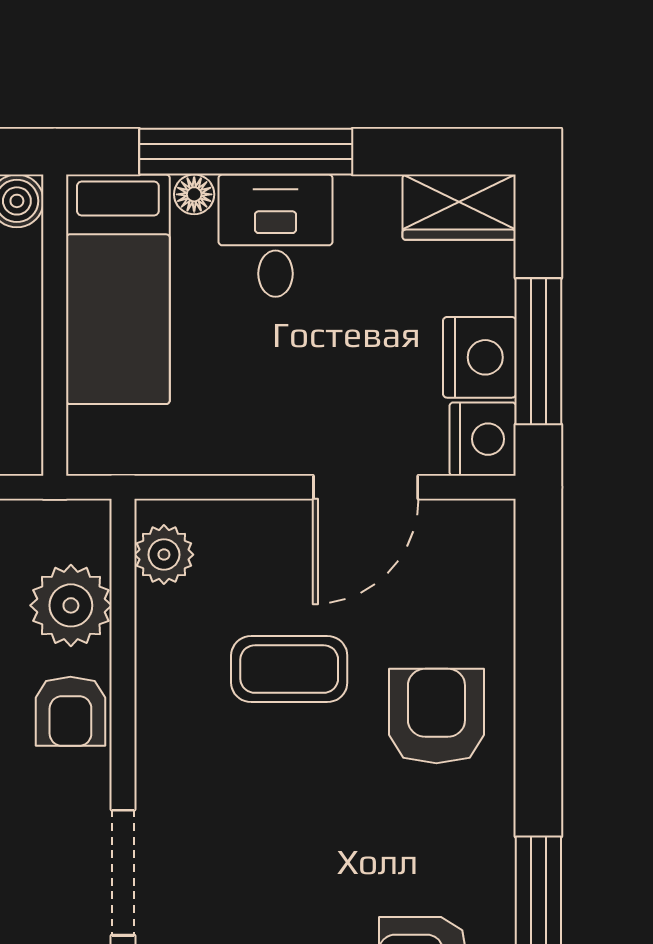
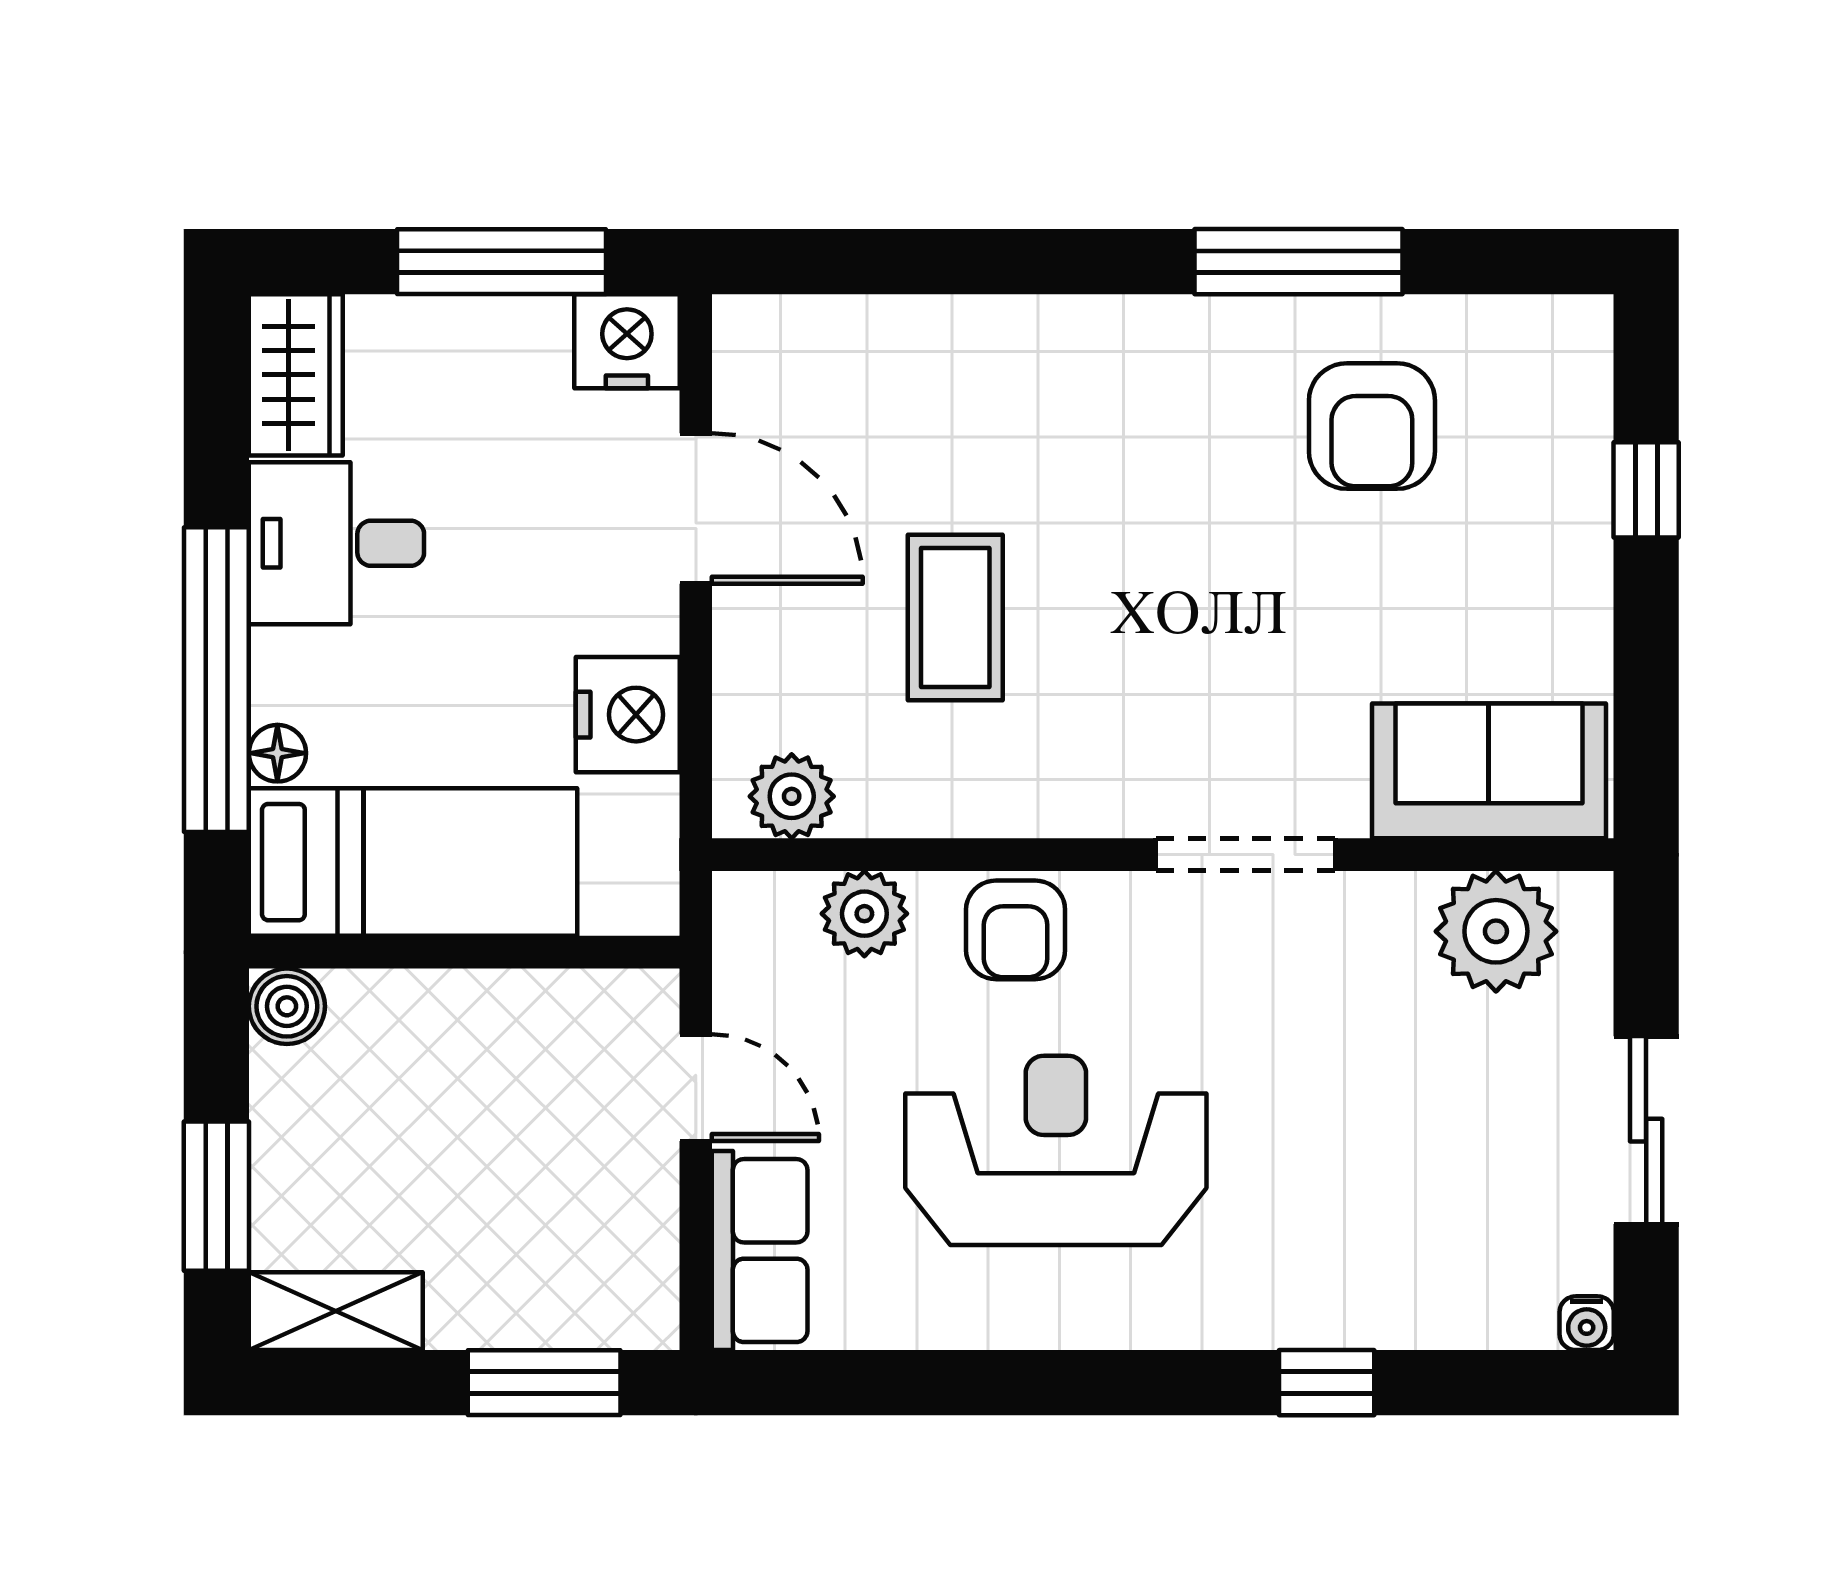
desk: (276, 236) -> (336, 543), moved
nightstand: (479, 357) -> (628, 715), moved, turned 90
plant: (71, 605) -> (864, 914), width x0.73, depth x0.73
armchair: (70, 711) -> (1016, 930), turned 90
armchair: (436, 716) -> (1022, 407), removed

